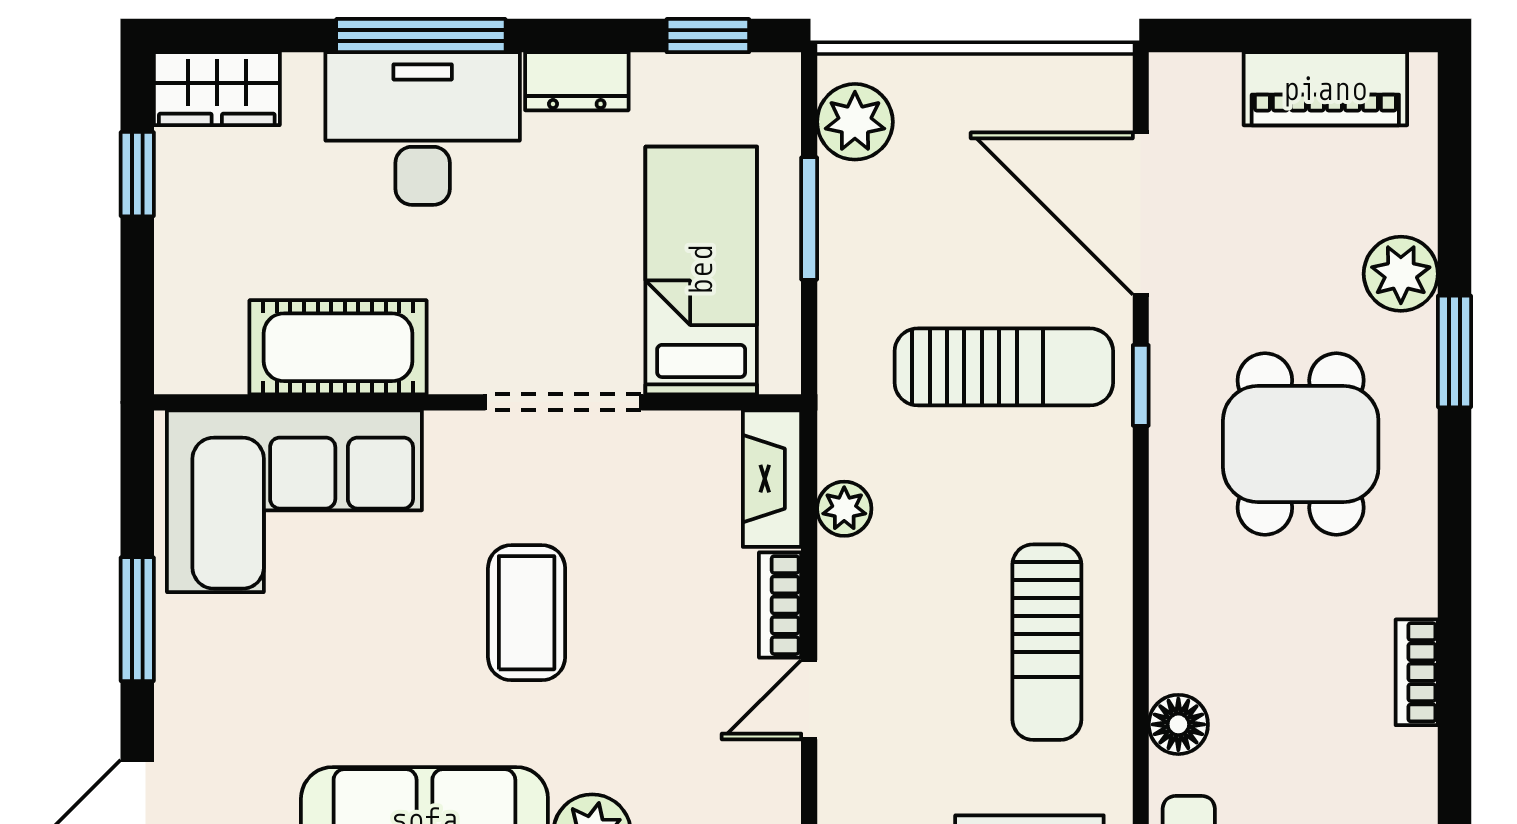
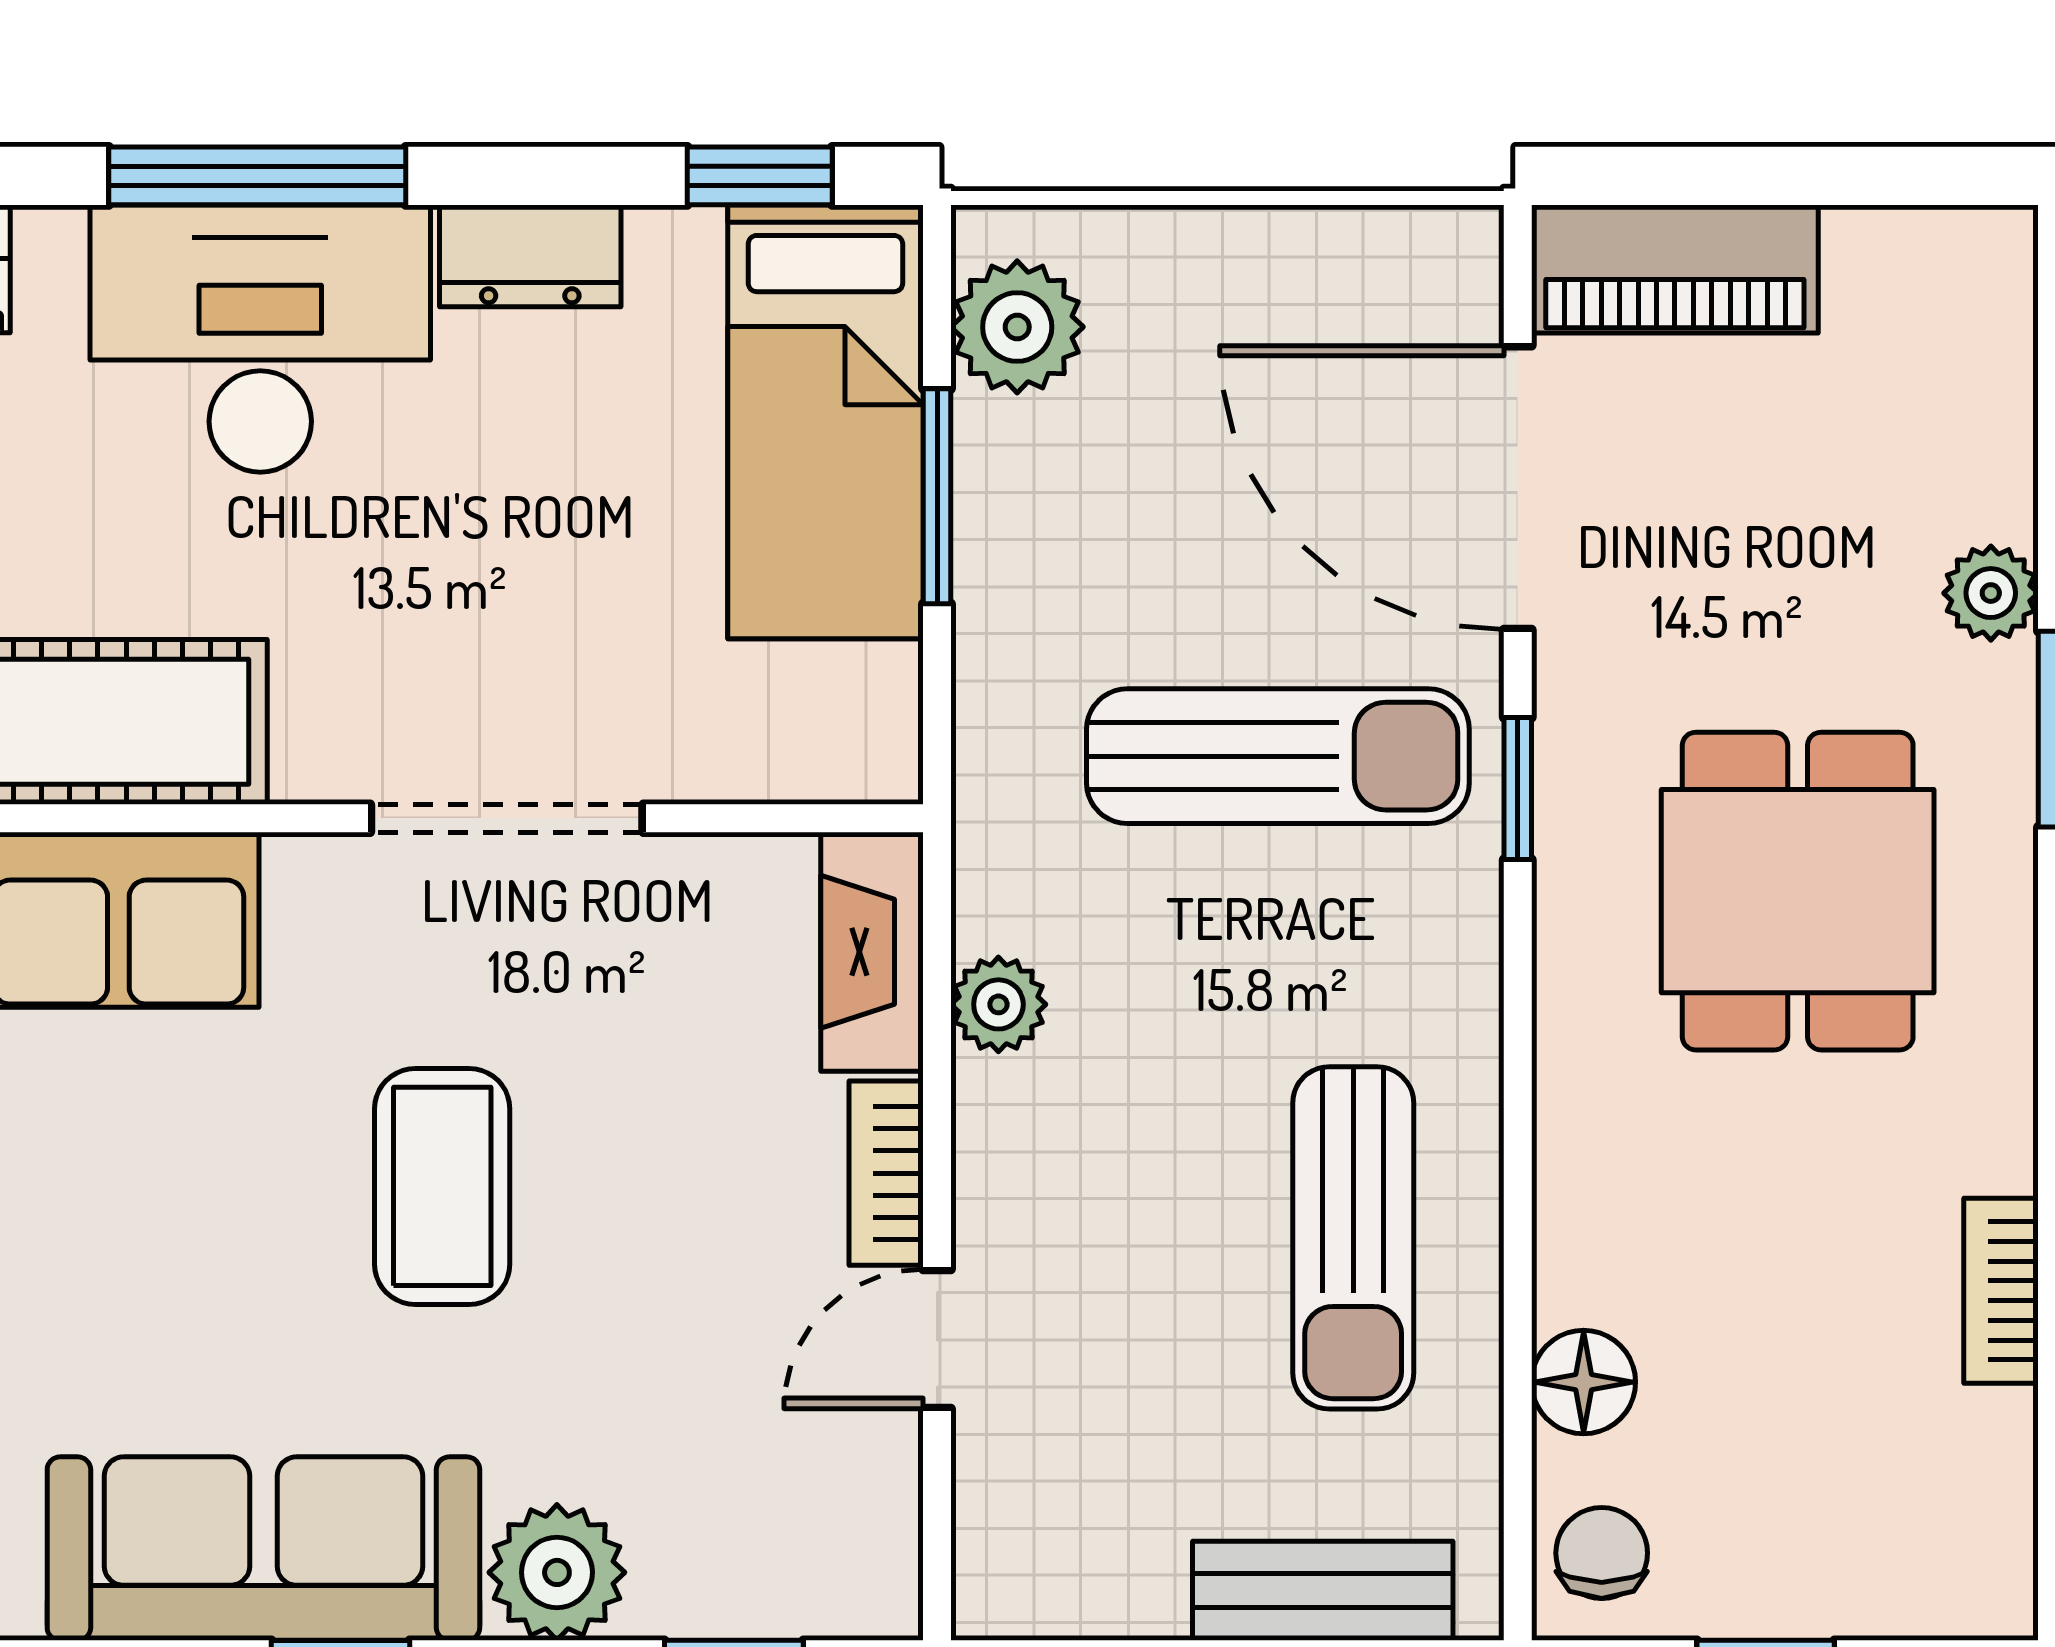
piano: (1325, 89) -> (1675, 269), moved
bed: (701, 270) -> (825, 422), moved, turned 180
plant: (1401, 274) -> (1991, 593), width x0.73, depth x0.73

